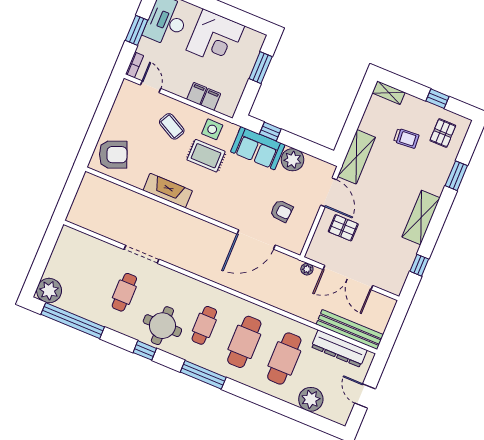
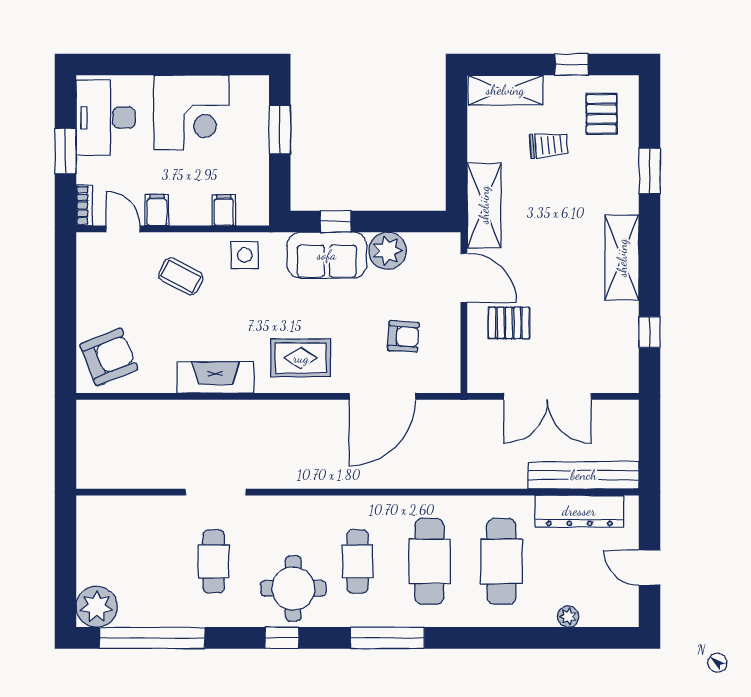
shelving: (389, 93) -> (505, 90), width x1.50, depth x1.33
filing cabinet: (197, 94) -> (157, 210), moved
rug: (206, 156) -> (301, 358), moved
plant: (307, 269) -> (479, 410), removed
plant: (311, 399) -> (568, 617), width x0.53, depth x0.53

